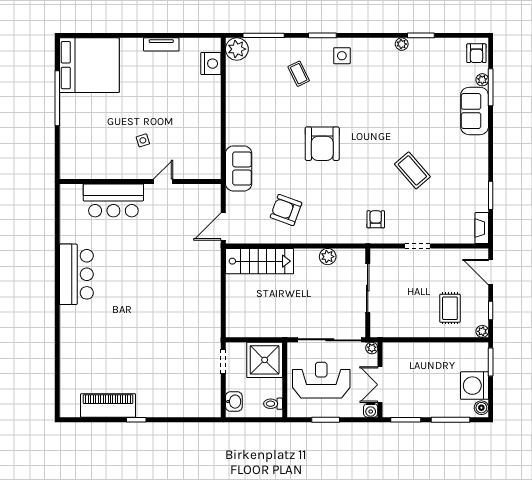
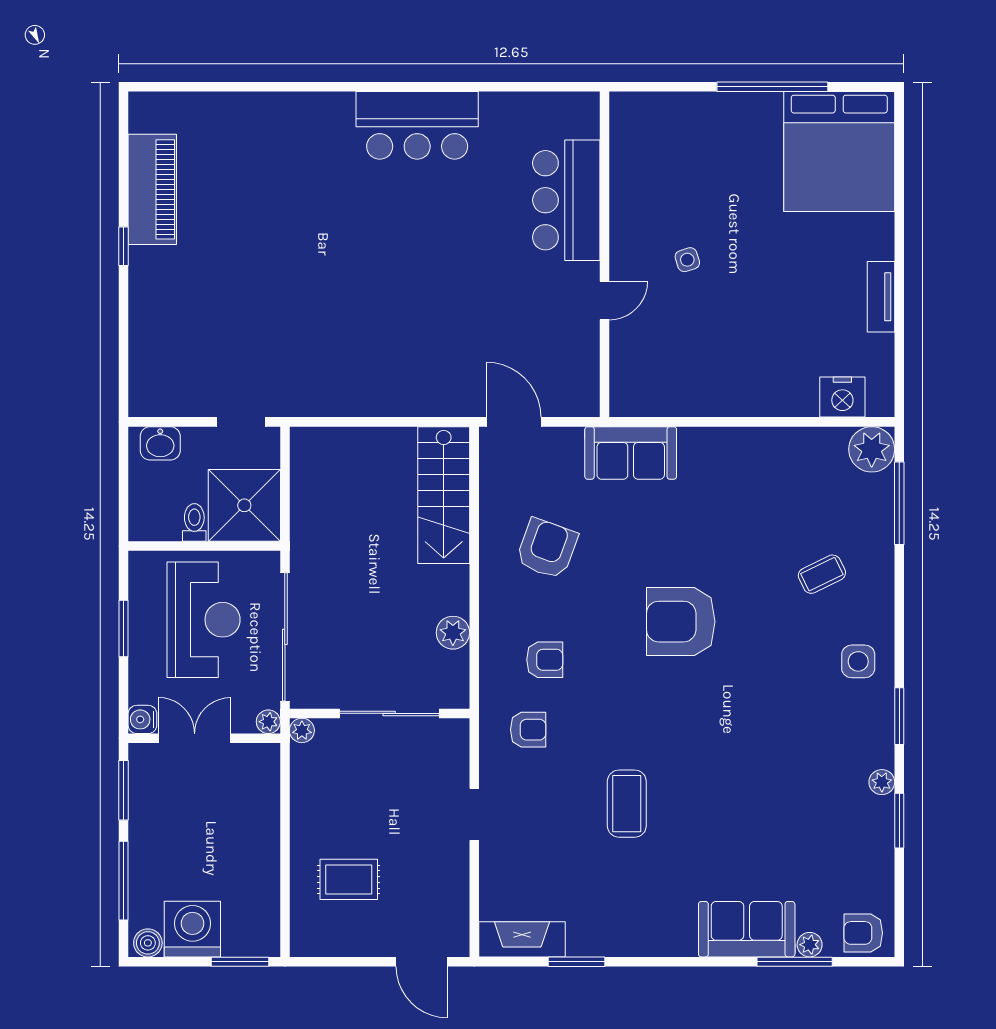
window: (322, 35) -> (899, 716), moved
coffee table: (412, 170) -> (627, 804), turned -49
door: (163, 181) -> (604, 300), hinge flipped
armchair: (341, 211) -> (545, 660), added
fireplace: (482, 228) -> (522, 939), width x1.37, depth x1.32
door: (491, 272) -> (422, 962), swing flipped
window: (491, 311) -> (344, 962), removed
plant: (482, 331) -> (302, 730), moved
toilet: (273, 404) -> (194, 522), moved

